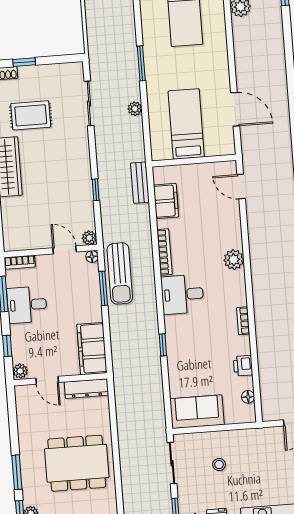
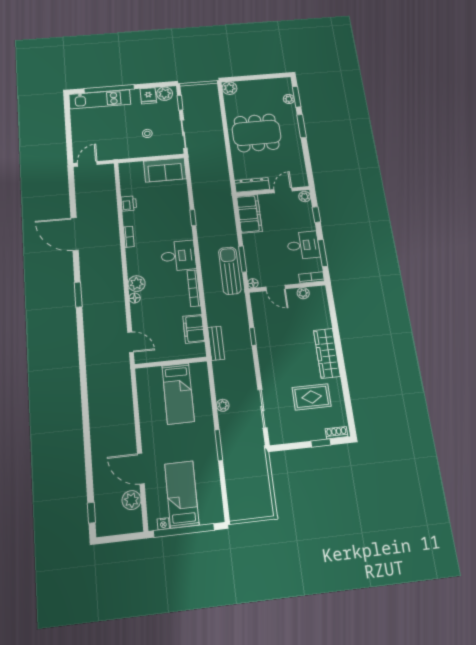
door: (235, 109) -> (141, 469), moved
plant: (89, 238) -> (303, 293), moved
door: (47, 380) -> (283, 190), hinge flipped
floor lamp: (248, 397) -> (135, 298), moved

